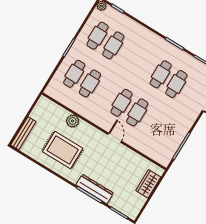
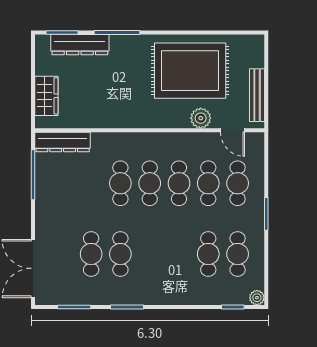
cafe table: (106, 93) -> (179, 183), added
bench: (23, 133) -> (257, 95), moved
door: (115, 138) -> (232, 130), moved
rug: (63, 150) -> (190, 71), width x1.37, depth x1.44
dresser: (155, 154) -> (63, 142), added
dresser: (95, 189) -> (80, 45), moved

